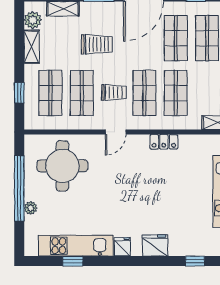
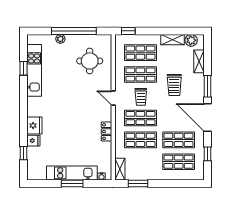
window: (19, 93) -> (128, 31), moved
round table: (62, 166) -> (90, 61), width x0.73, depth x0.73
fridge: (122, 247) -> (33, 141), moved

